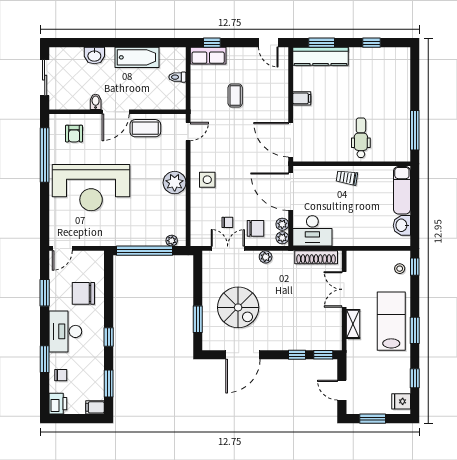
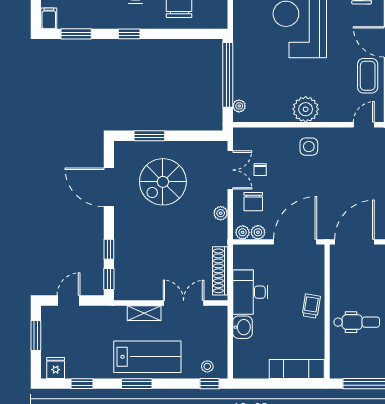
door: (188, 132) -> (364, 125), swing flipped
washbasin: (402, 225) -> (242, 327), moved, turned 90
desk: (312, 231) -> (250, 292), moved

